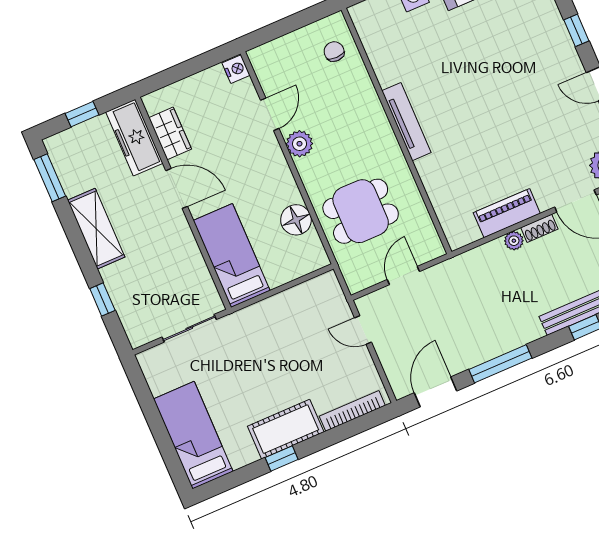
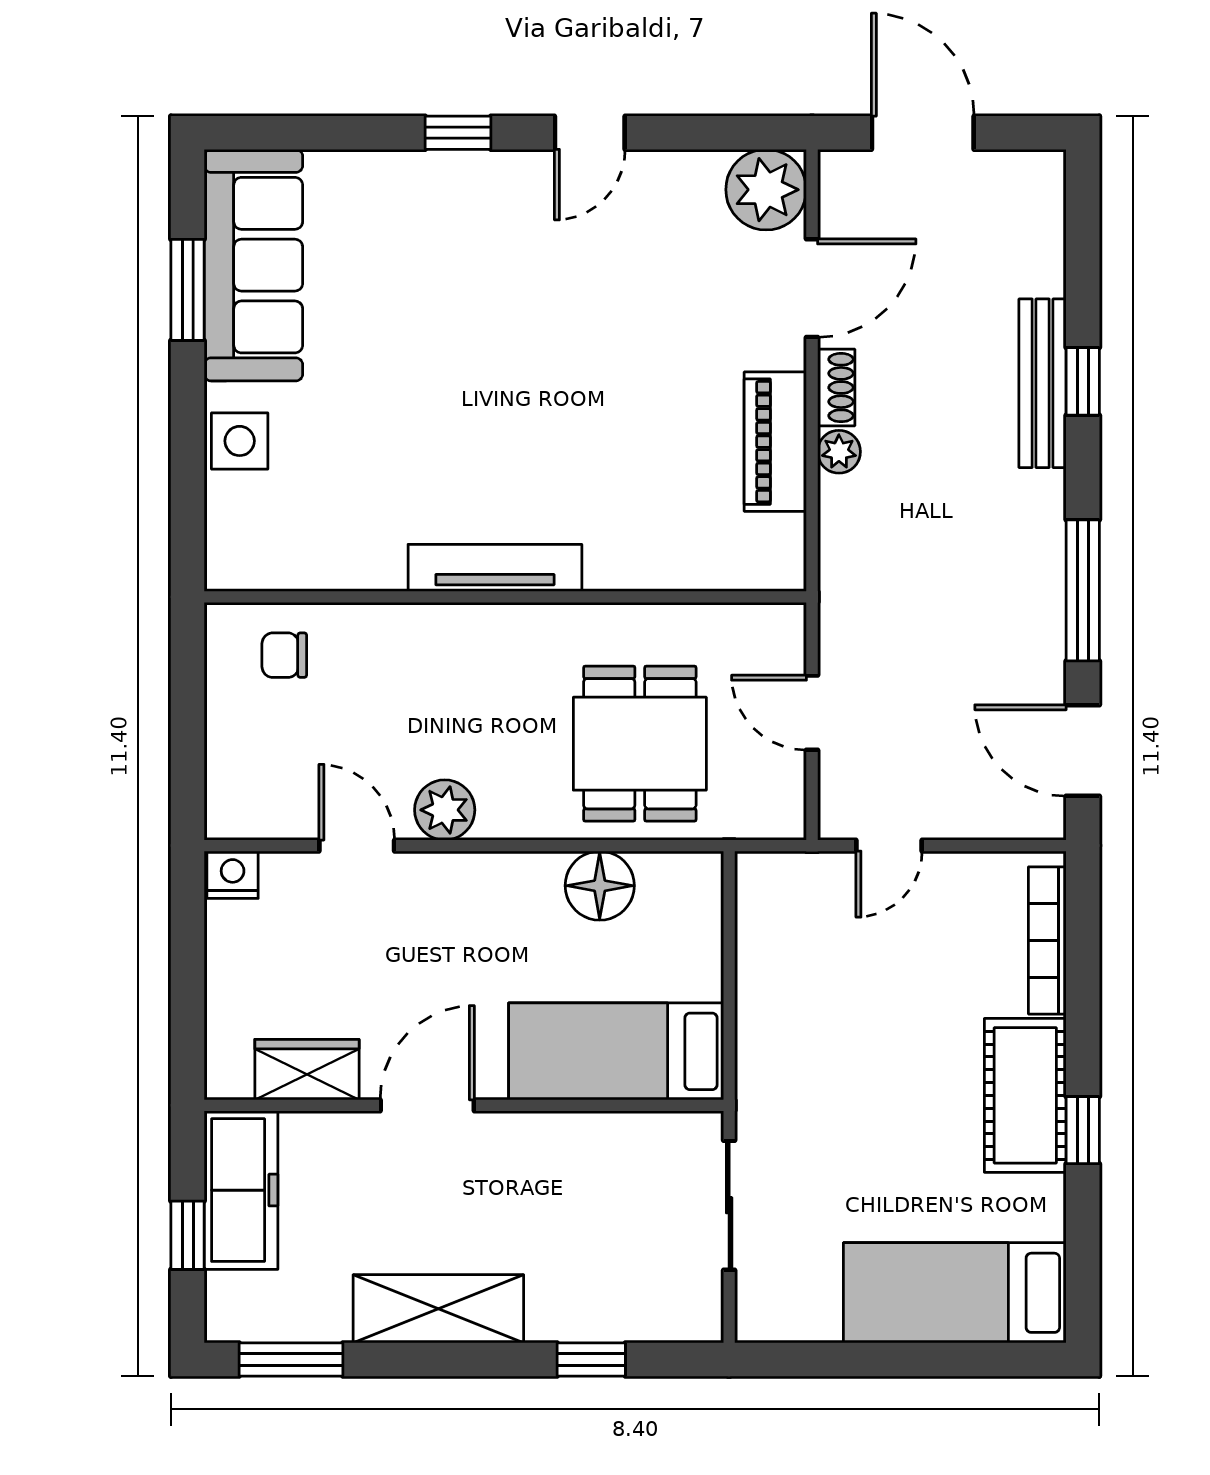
freezer: (134, 138) -> (241, 1190), moved, turned -90

